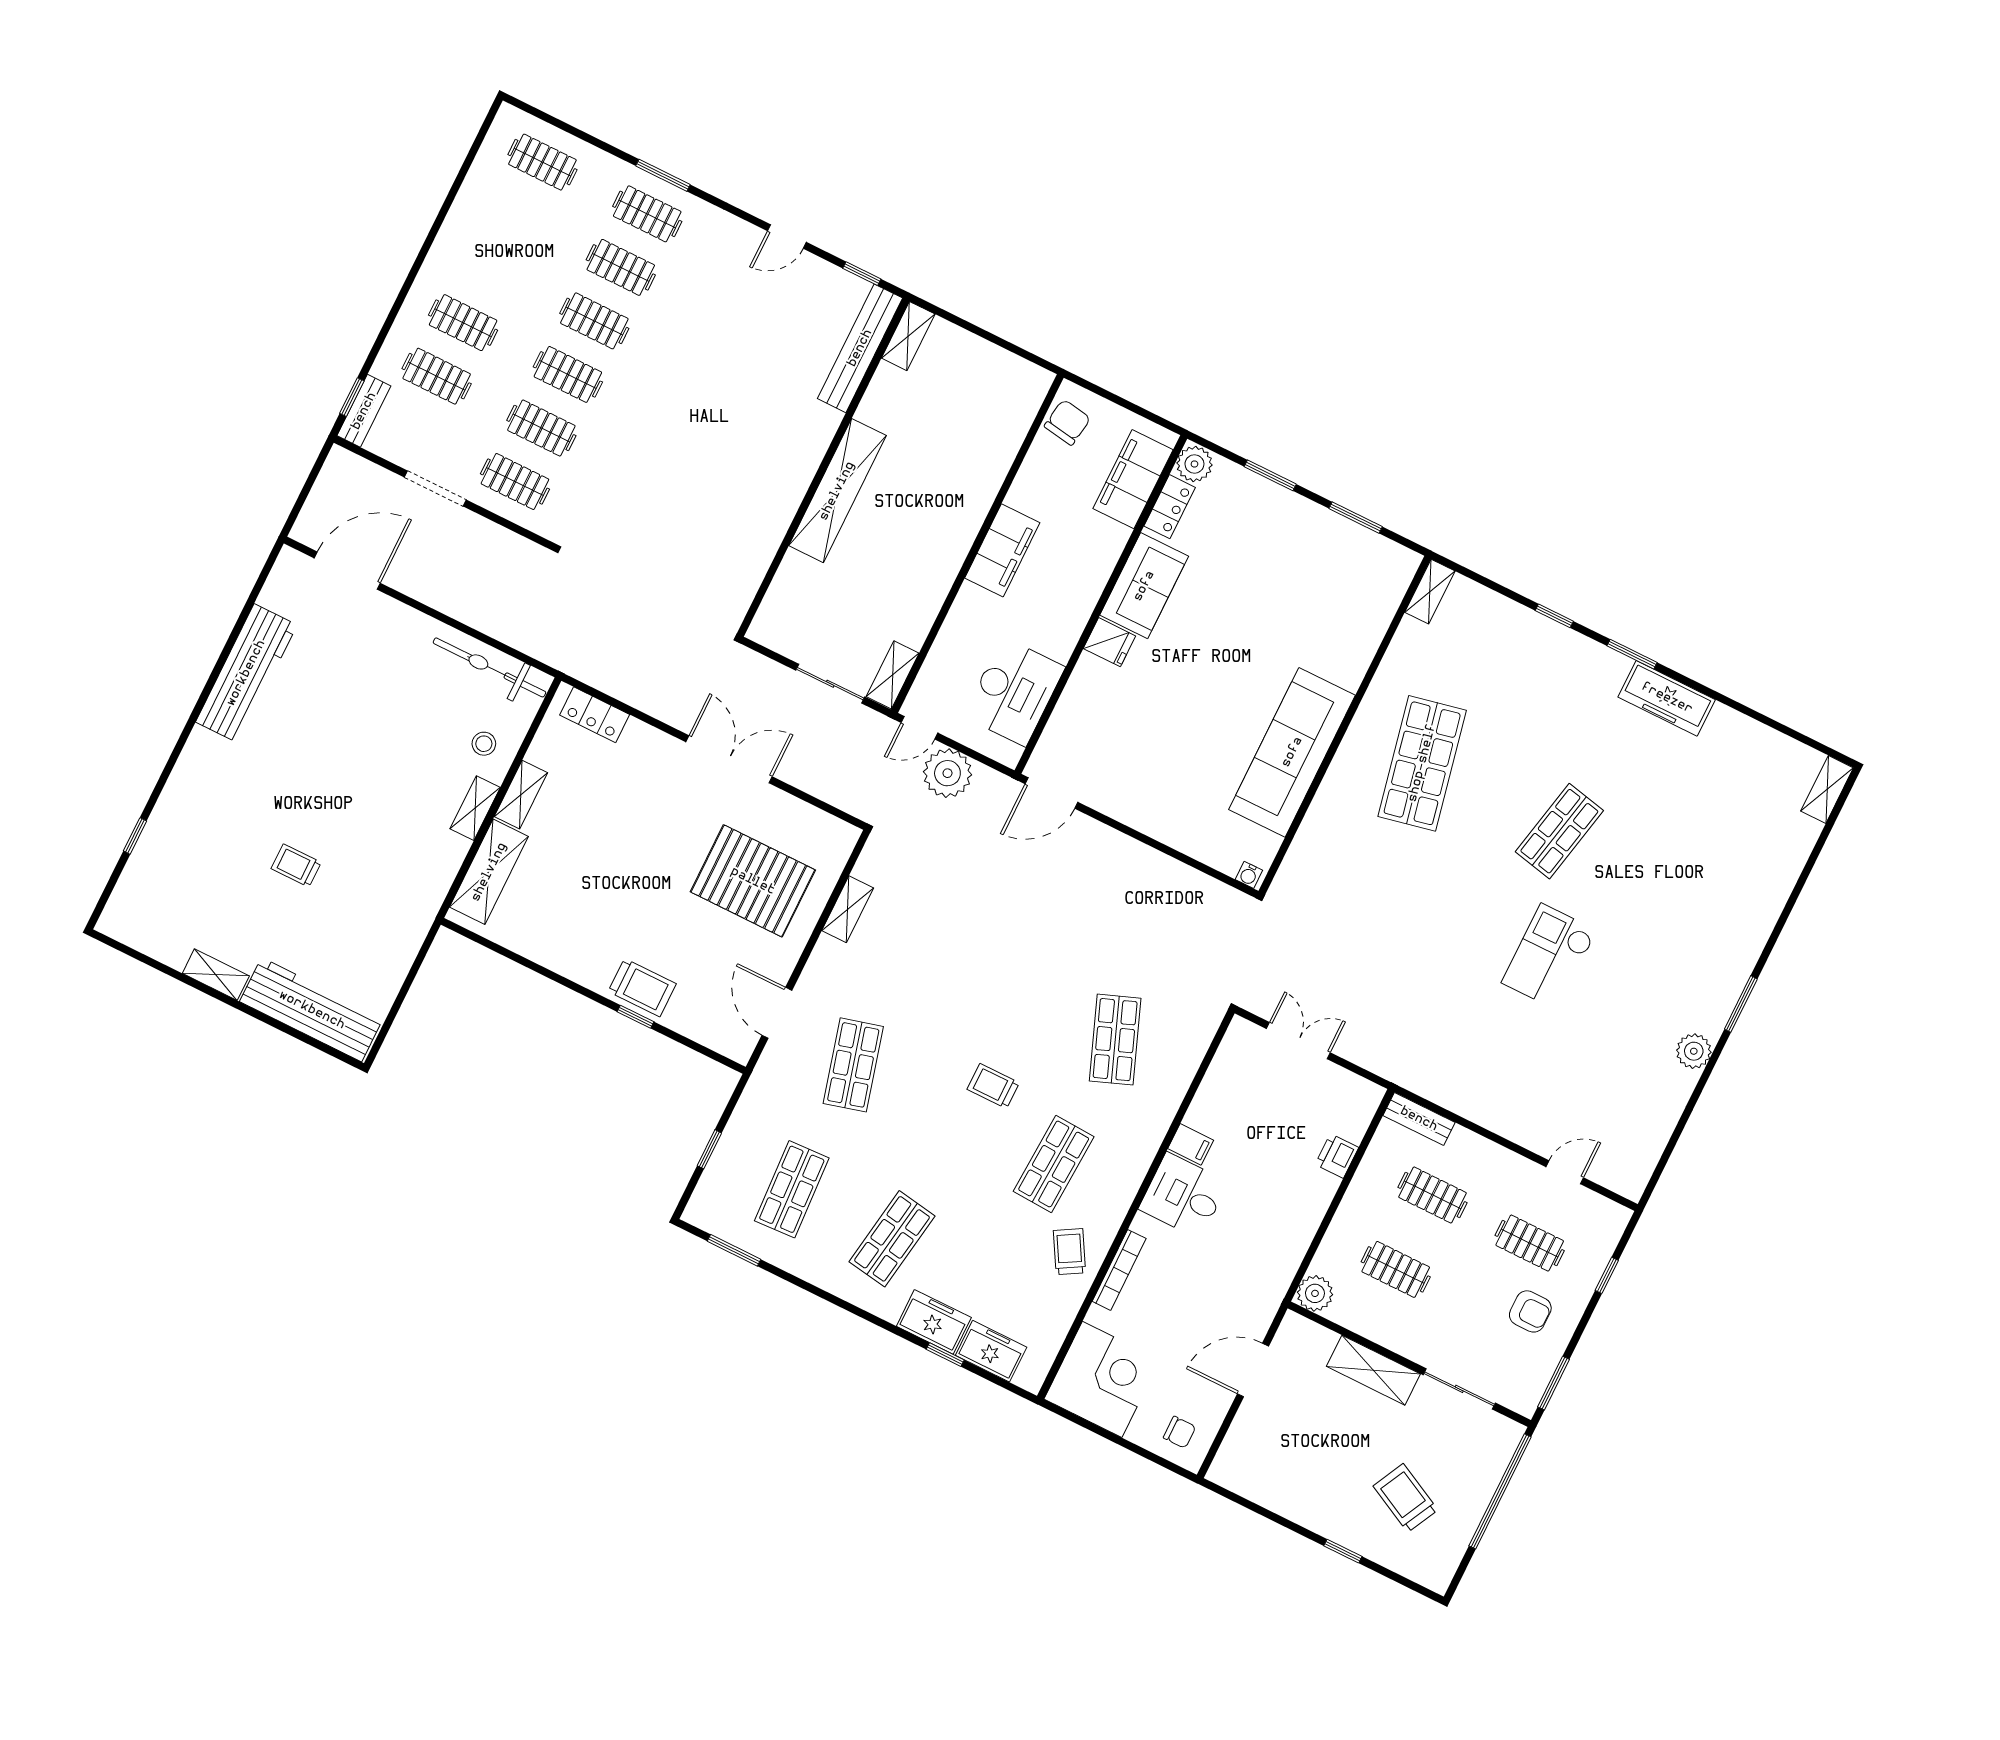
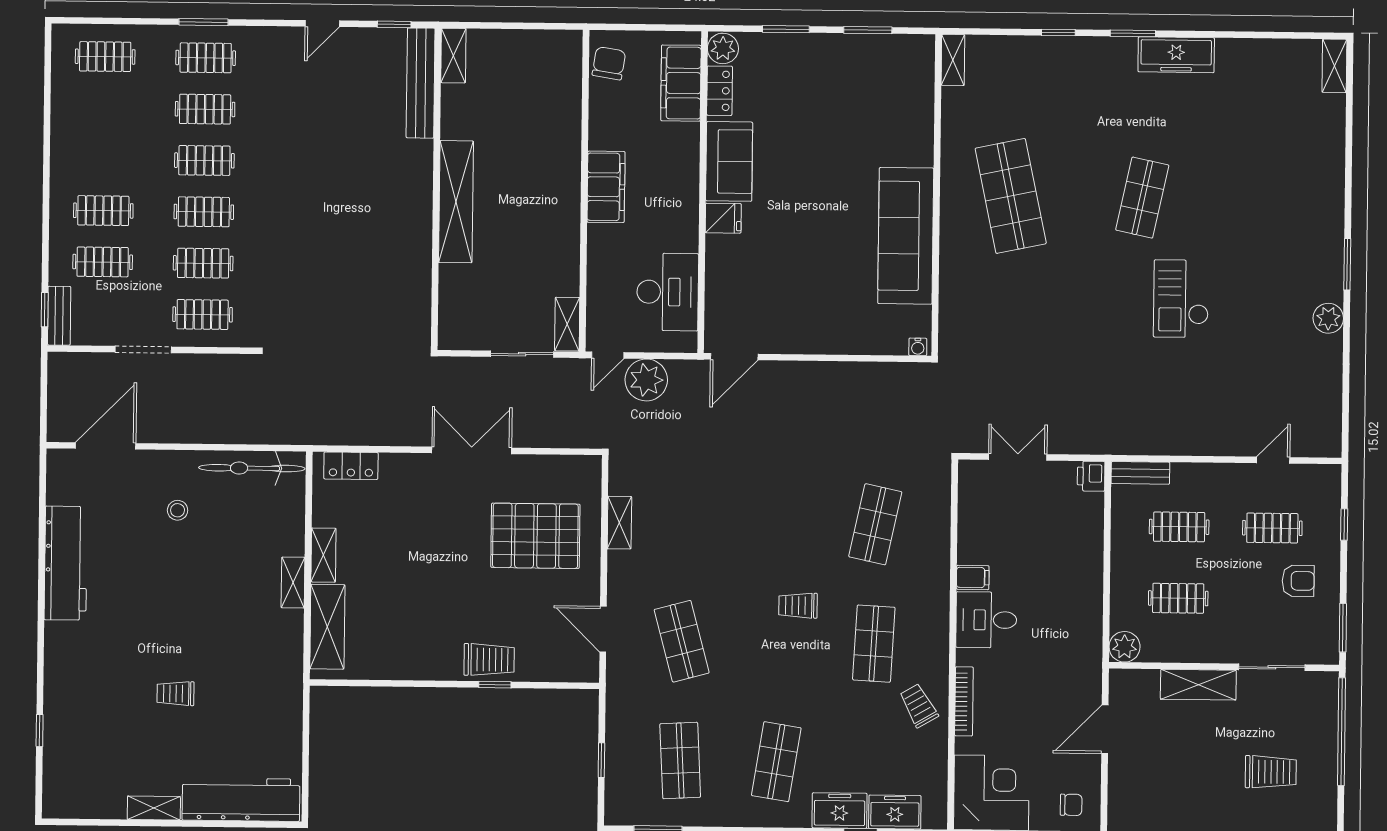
stool: (484, 744) -> (178, 510), moved
shop shelf: (1115, 1040) -> (875, 524), turned 33
printer: (1337, 1156) -> (1091, 476), moved
trolley: (1405, 1498) -> (1271, 772), turned 153

